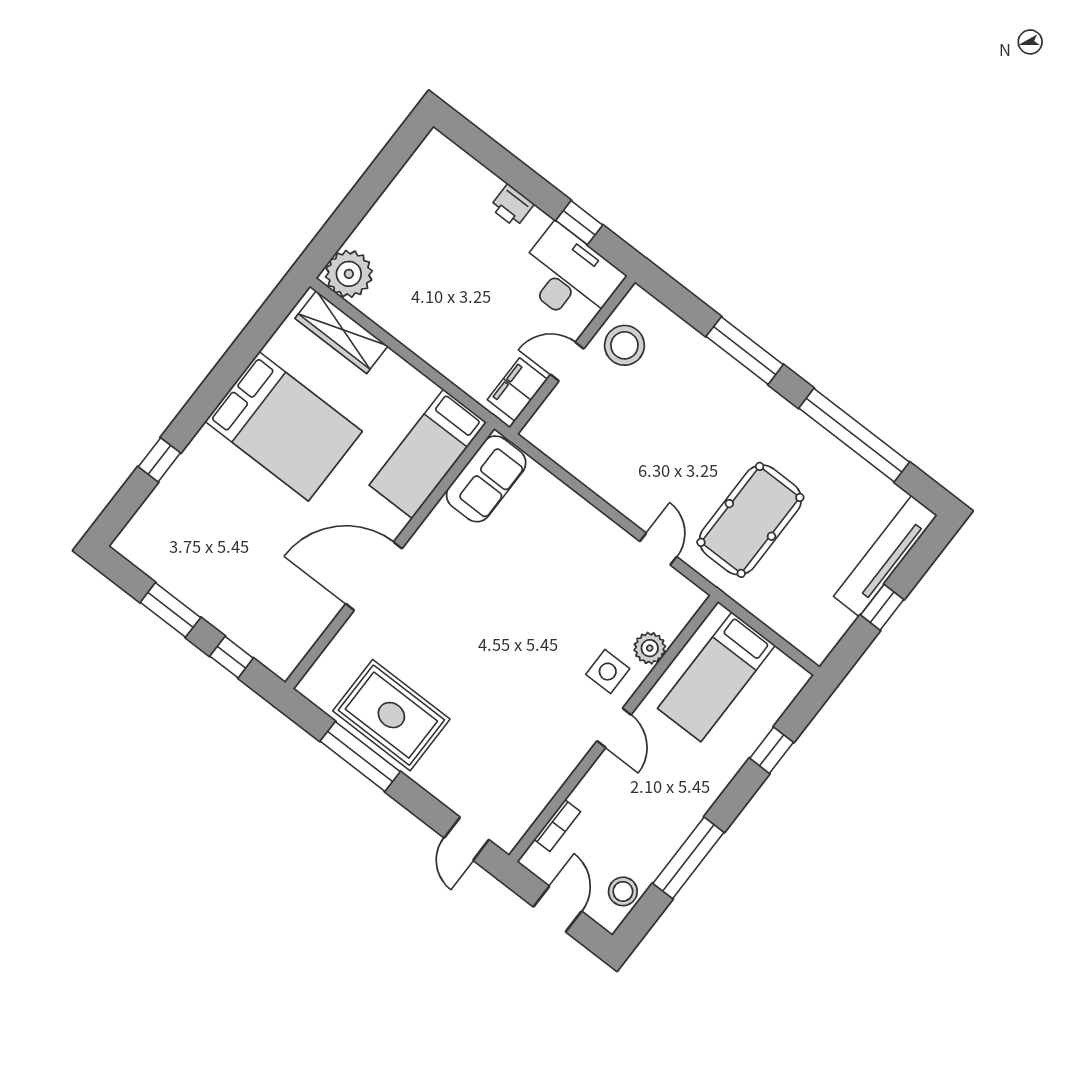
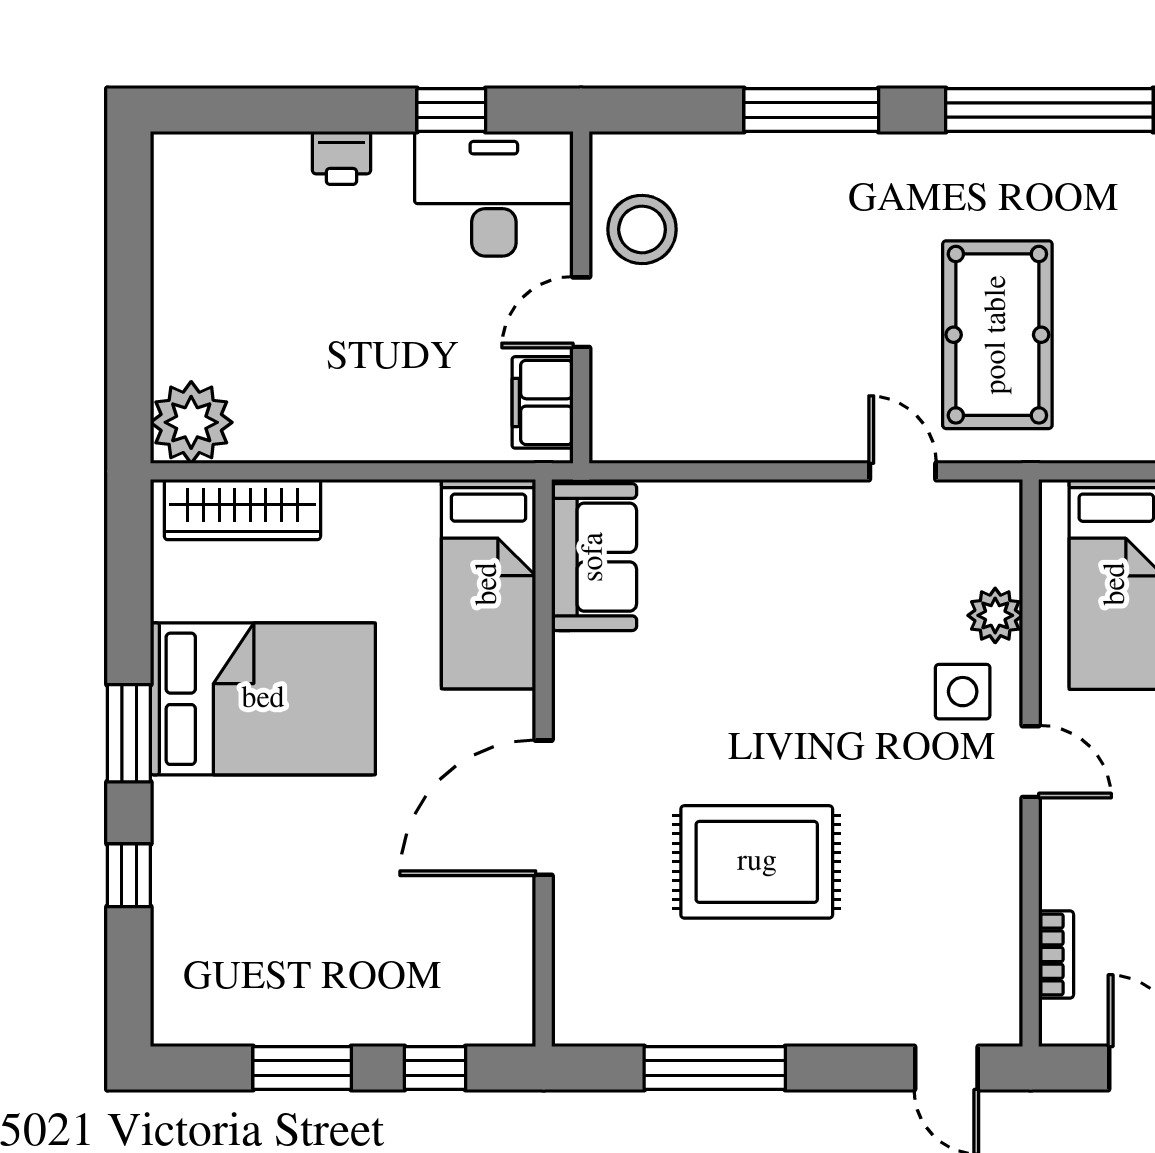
window: (210, 395) -> (129, 733), added
rug: (391, 715) -> (757, 862), moved

